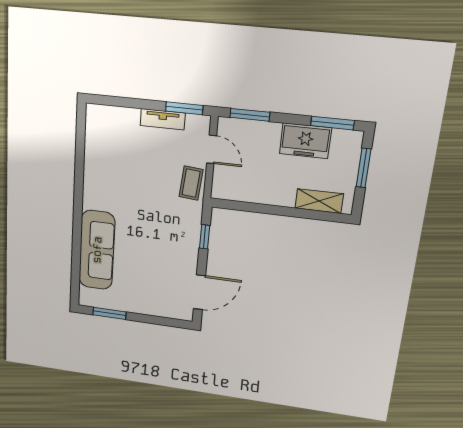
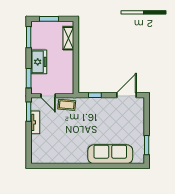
freezer: (305, 141) -> (39, 62), moved
door: (212, 149) -> (48, 96), swing flipped
door: (199, 292) -> (126, 95), hinge flipped

